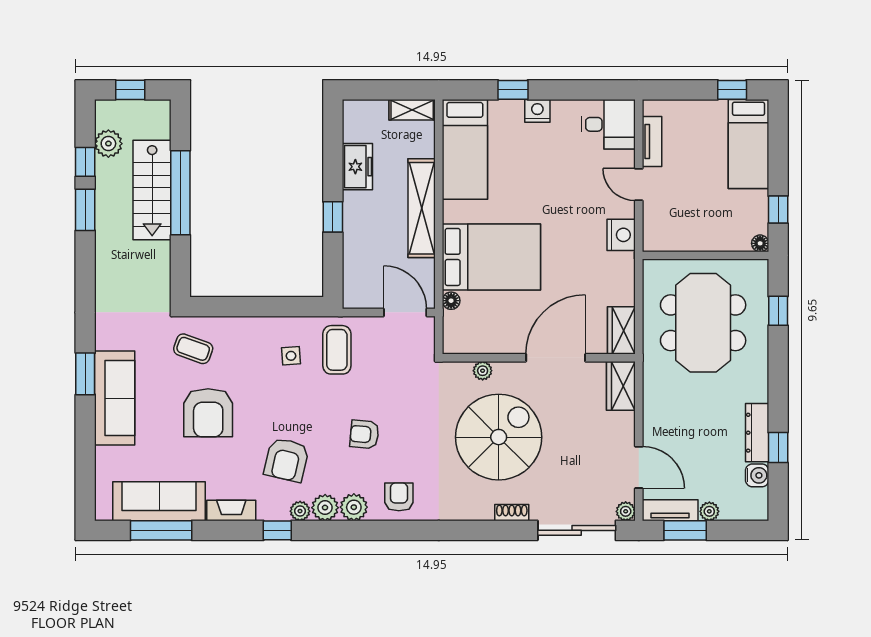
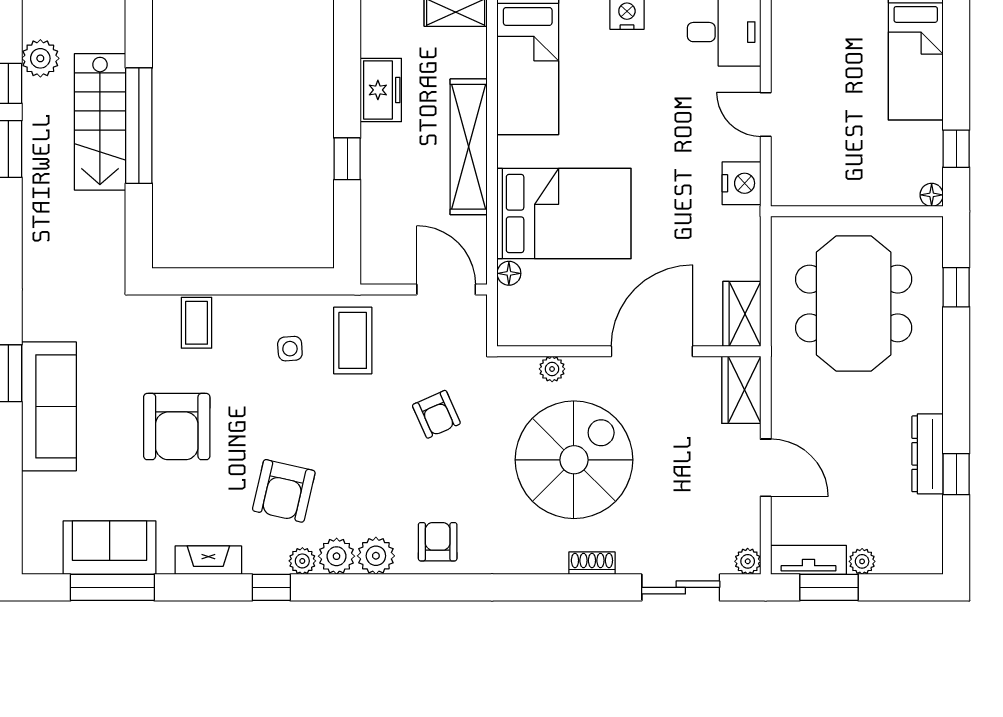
tv unit: (652, 141) -> (784, 56), removed
coffee table: (193, 349) -> (197, 323), moved, turned 70
armchair: (364, 434) -> (436, 414), moved, turned -119
door: (639, 467) -> (766, 468), moved
water cooler: (757, 475) -> (927, 512), removed
sofa: (159, 501) -> (110, 548), width x0.73
sliding door: (577, 530) -> (681, 587), width x0.73

